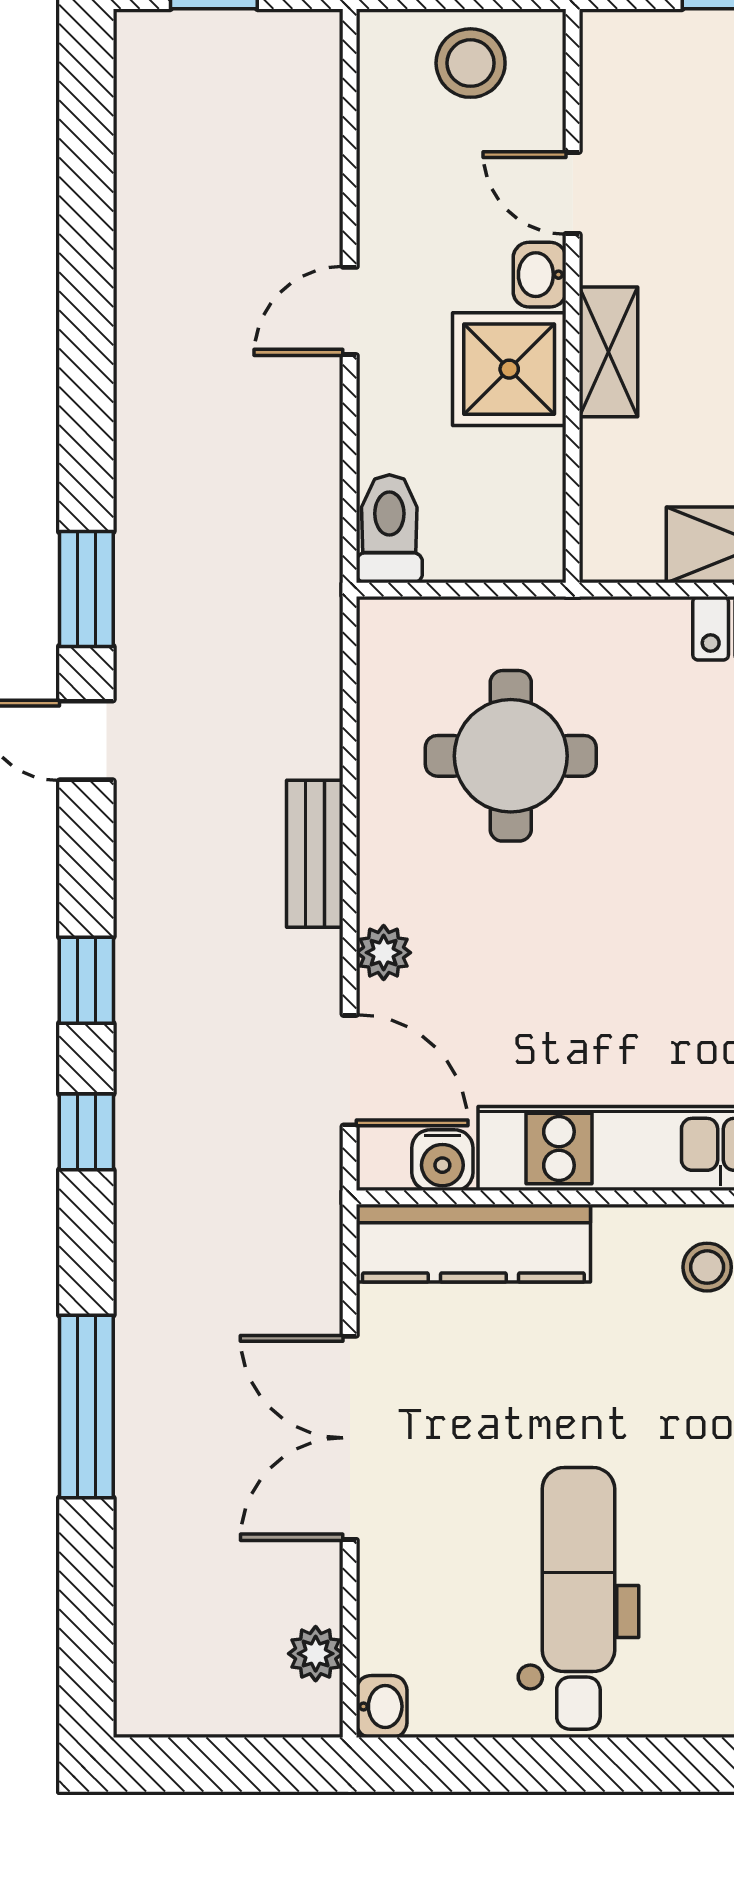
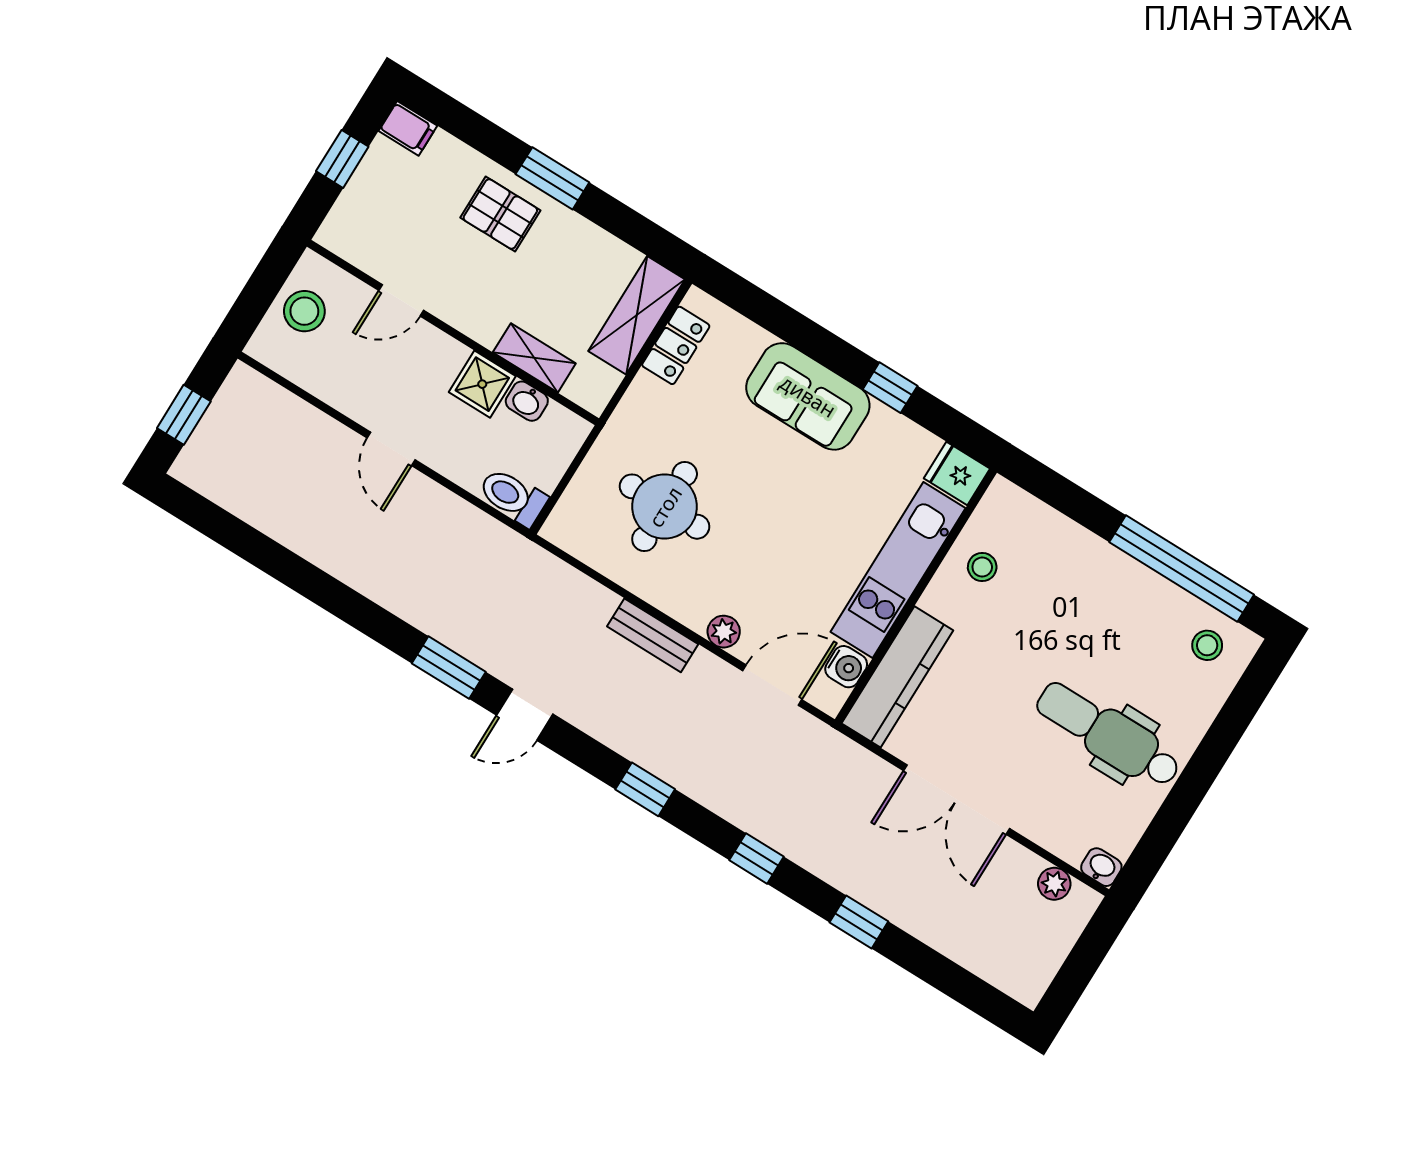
washbasin: (540, 275) -> (527, 401), moved
shelving: (608, 352) -> (534, 358), moved
shower: (509, 369) -> (482, 384), width x0.73, depth x0.73
window: (86, 1132) -> (757, 858), moved
window: (86, 1406) -> (859, 922), width x0.46

